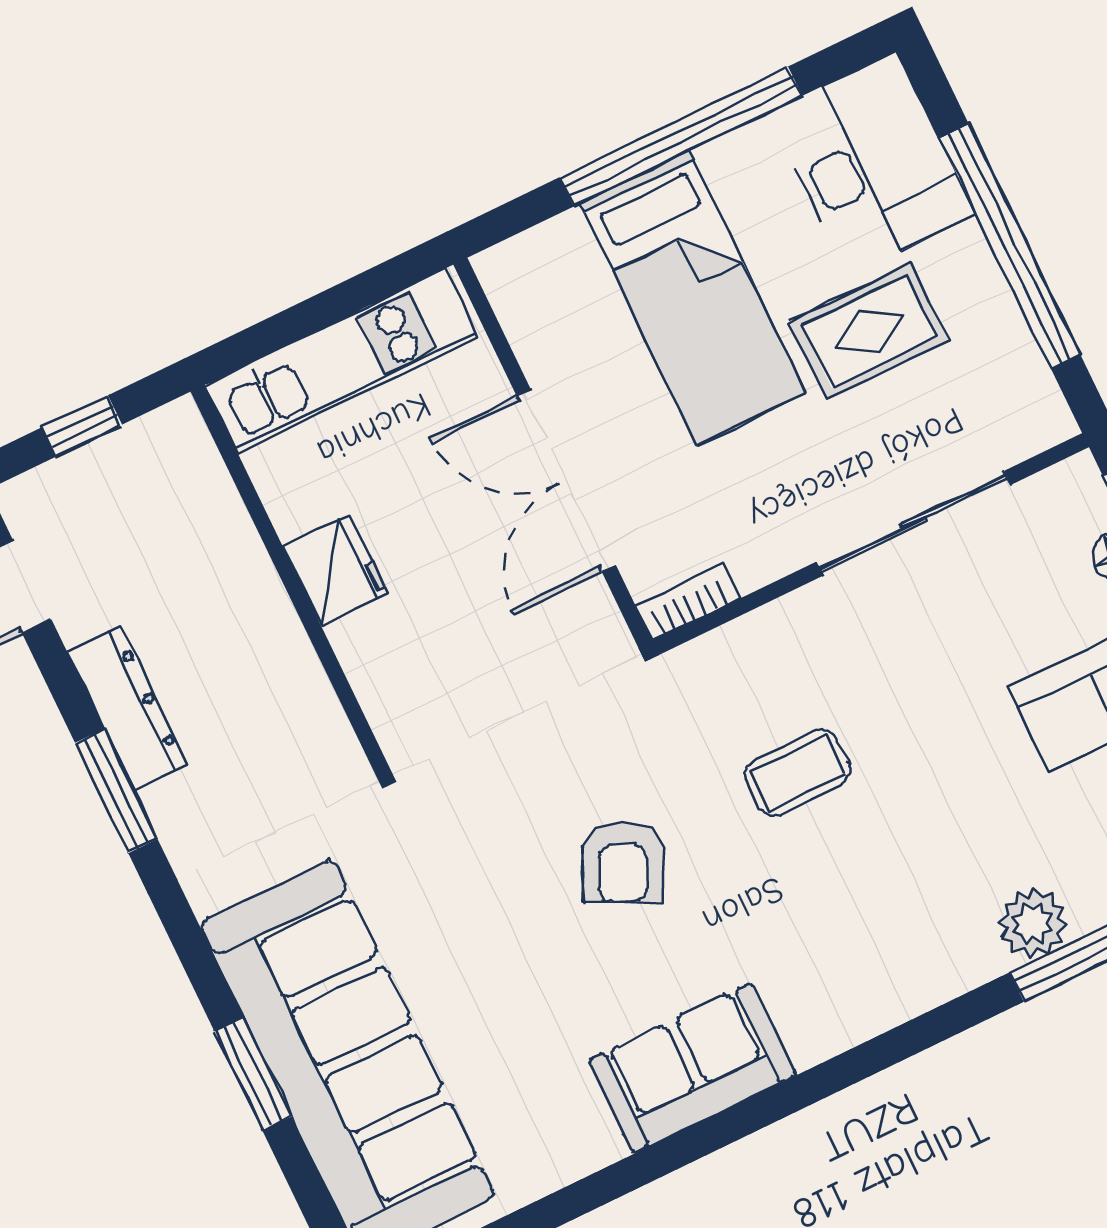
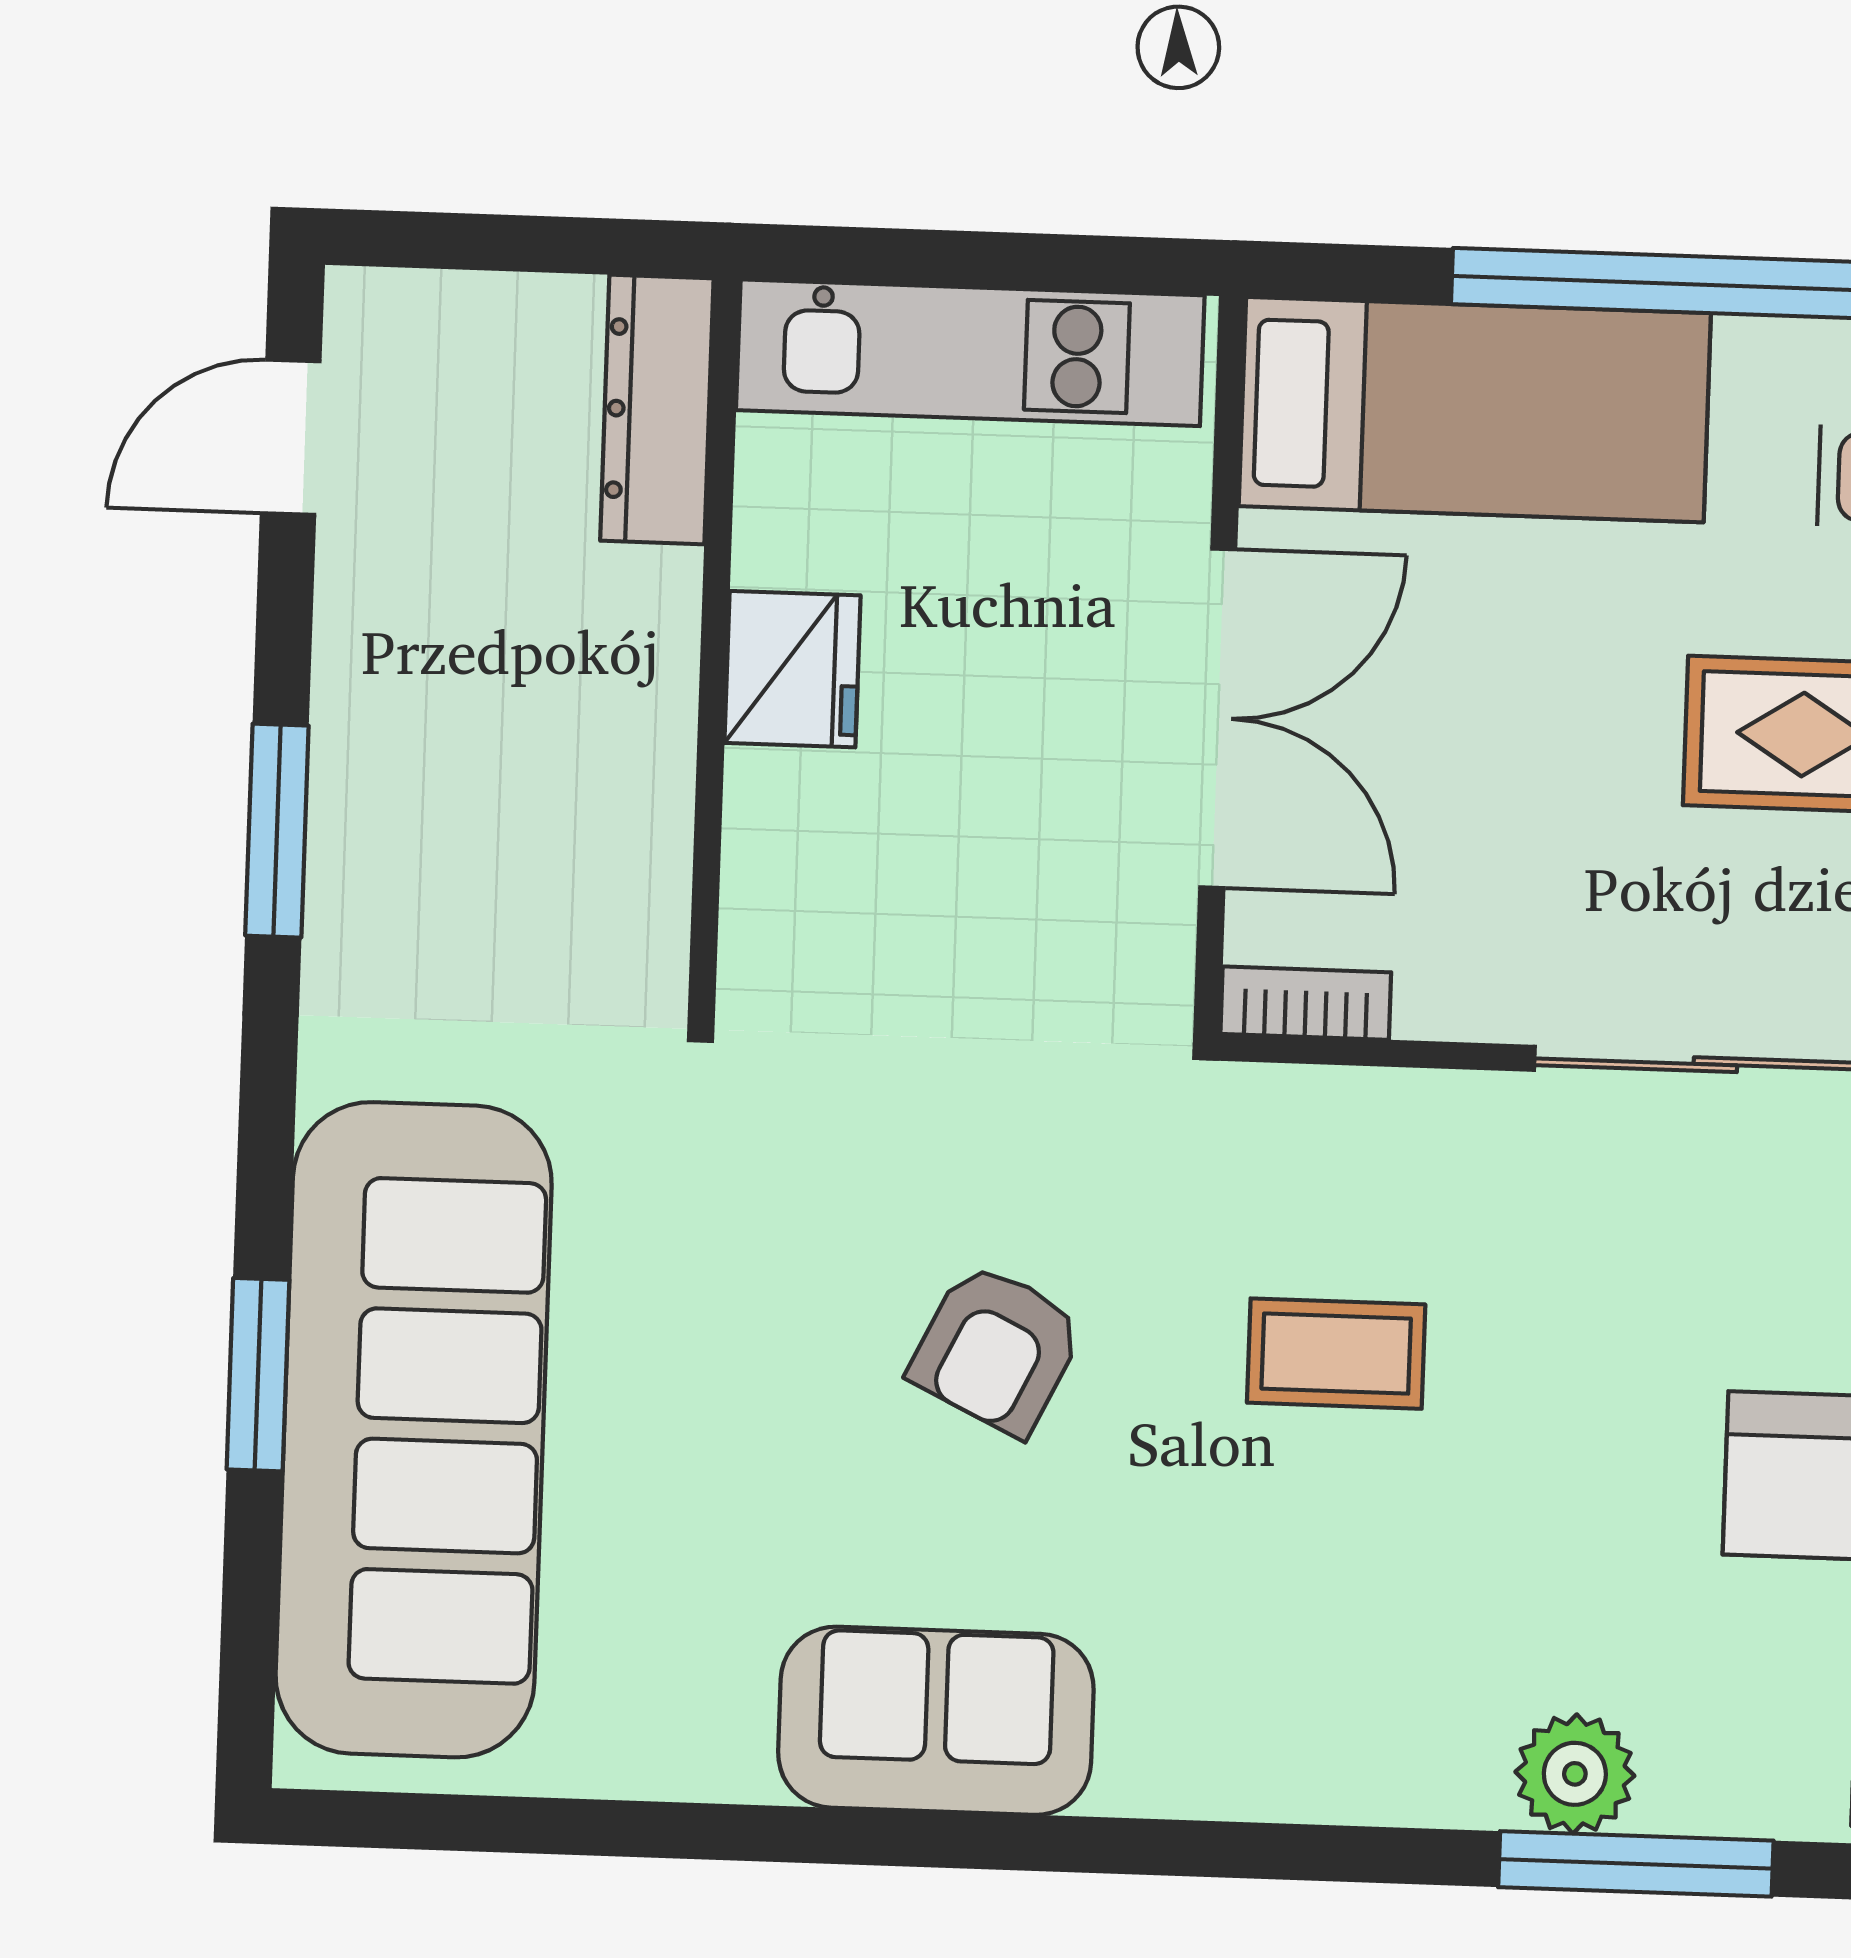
bed: (693, 298) -> (1475, 410), moved, turned -90
window: (82, 426) -> (519, 243), removed
double door: (566, 480) -> (1218, 718), swing flipped
dresser: (128, 708) -> (657, 410), moved, turned 180

